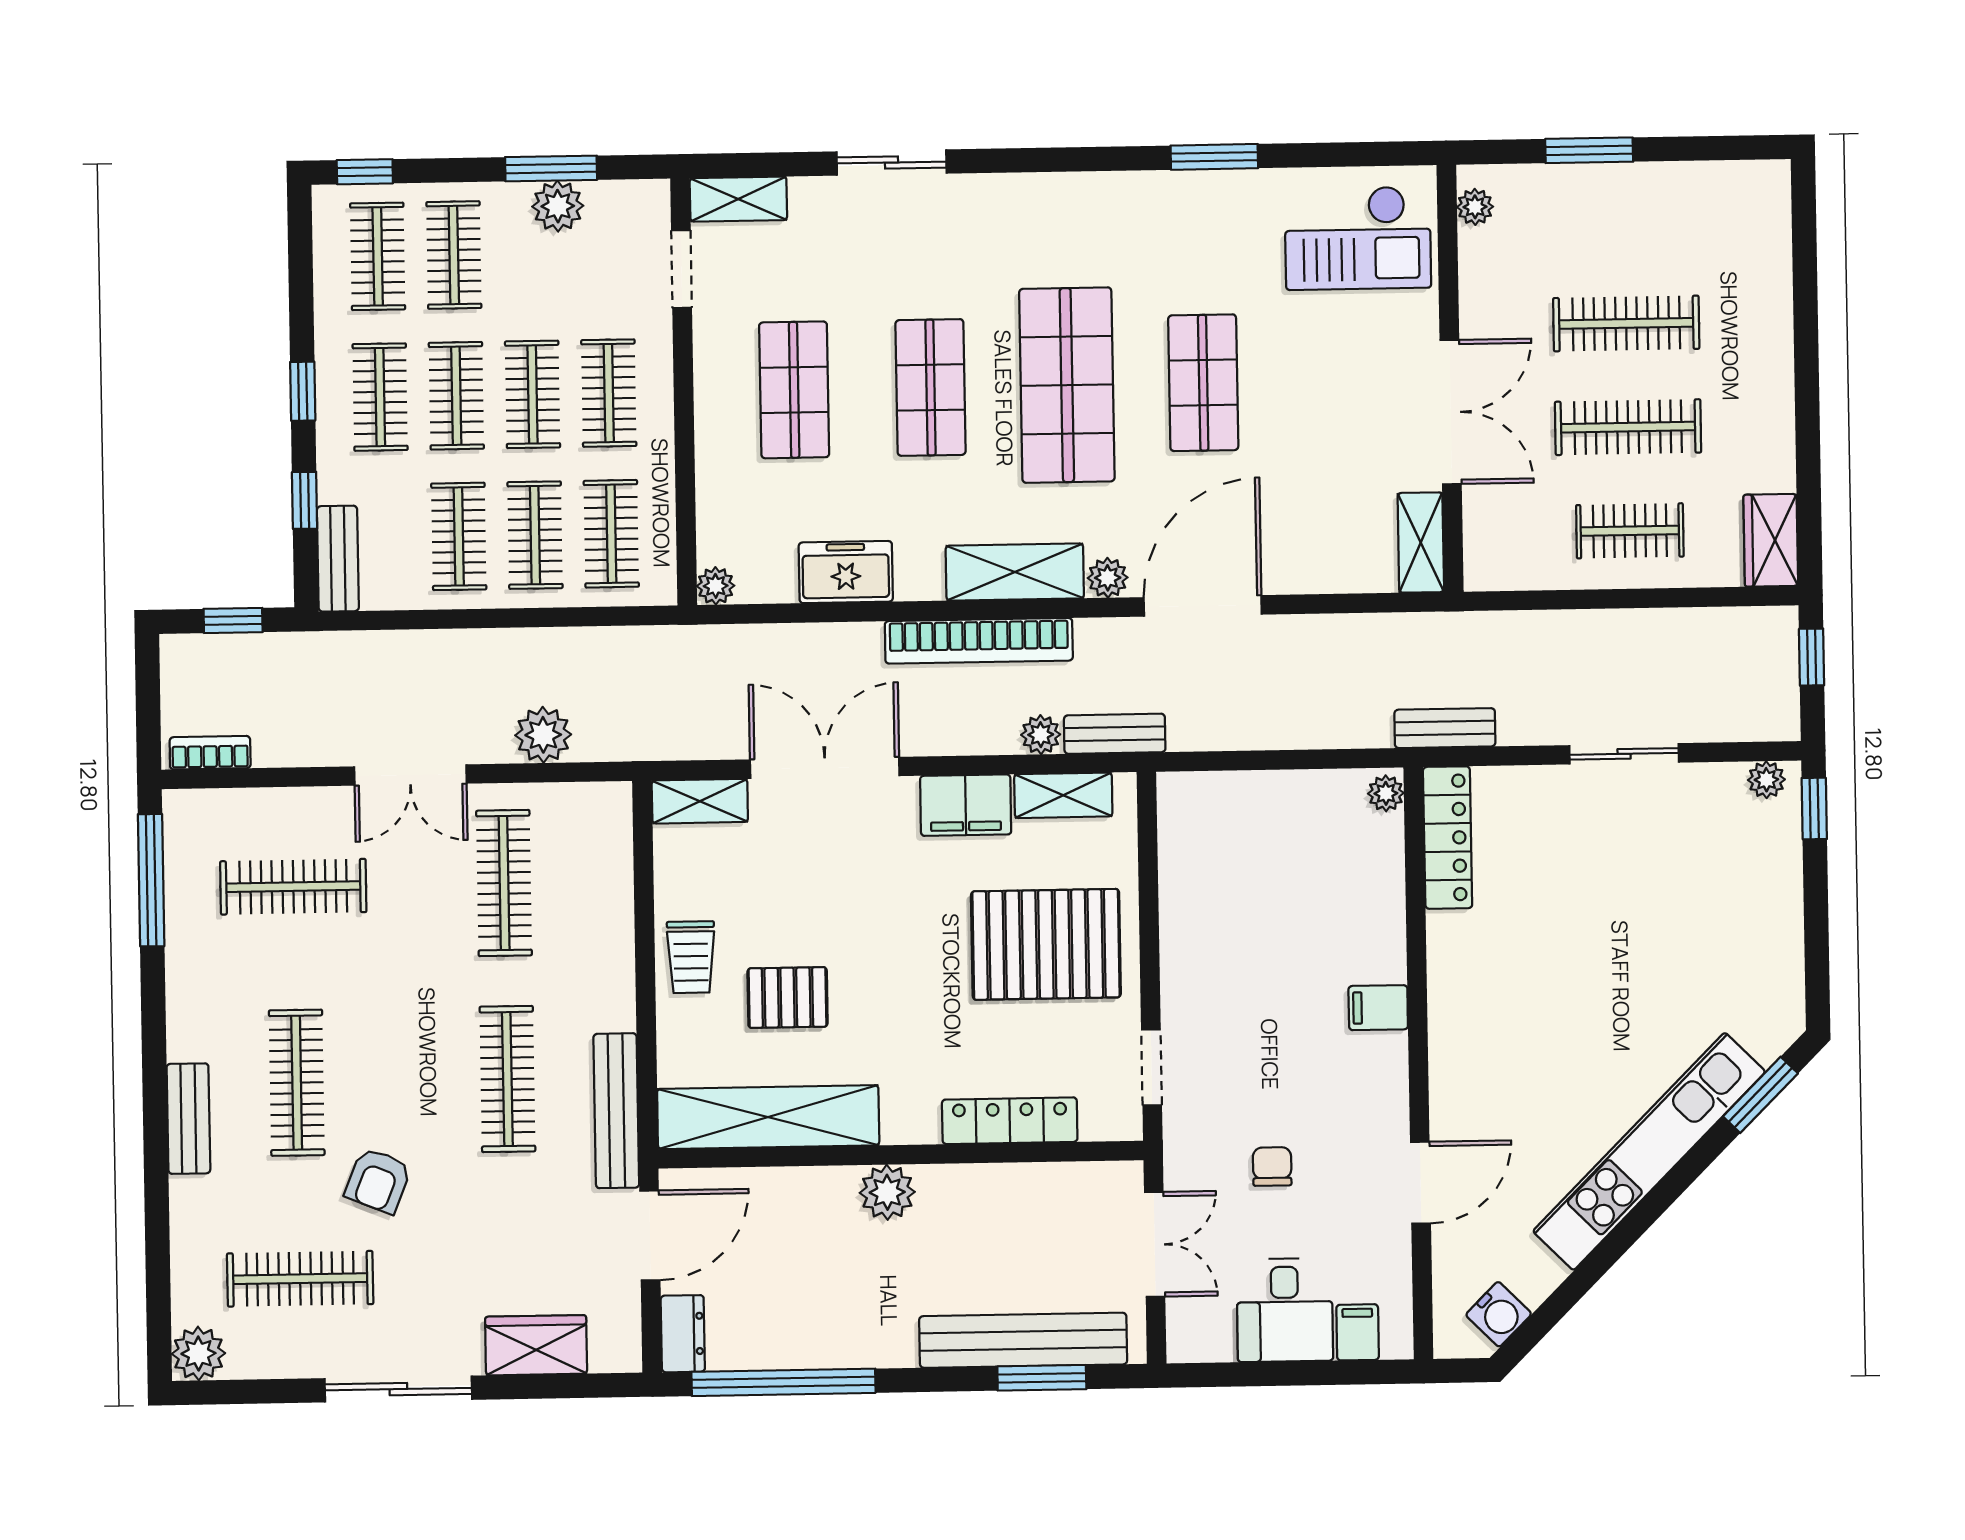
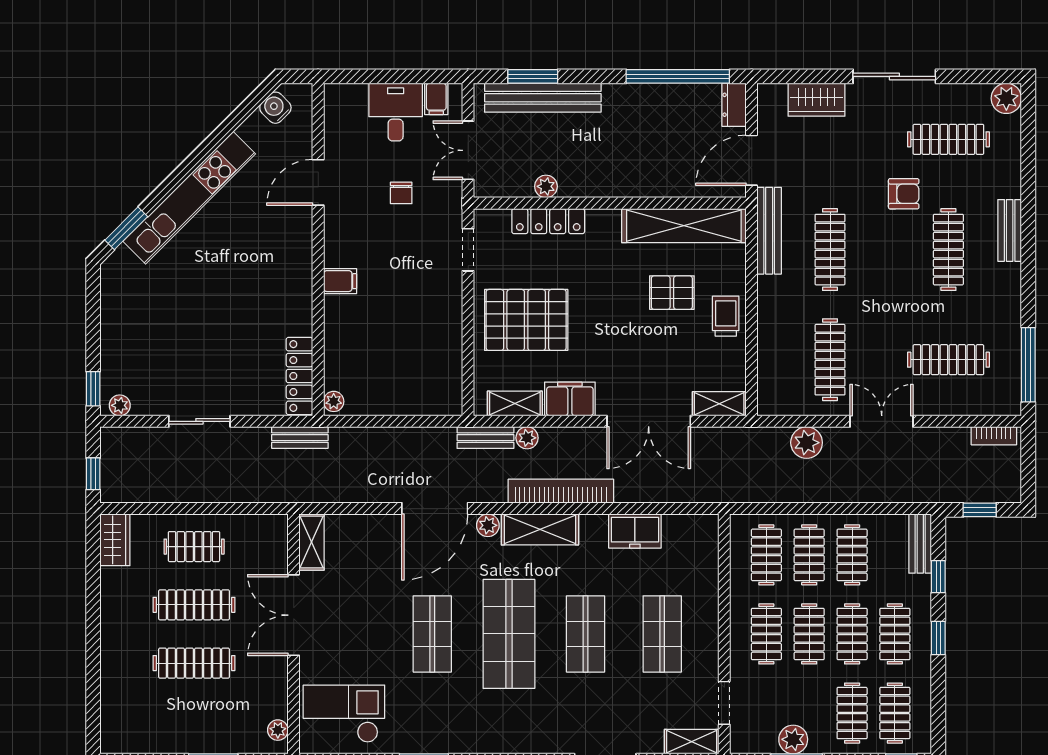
plant: (716, 586) -> (708, 525), removed
armchair: (378, 1181) -> (904, 194), turned 68
plant: (887, 1192) -> (546, 186), moved, width x0.73, depth x0.73
filing cabinet: (1358, 1332) -> (436, 99), moved

